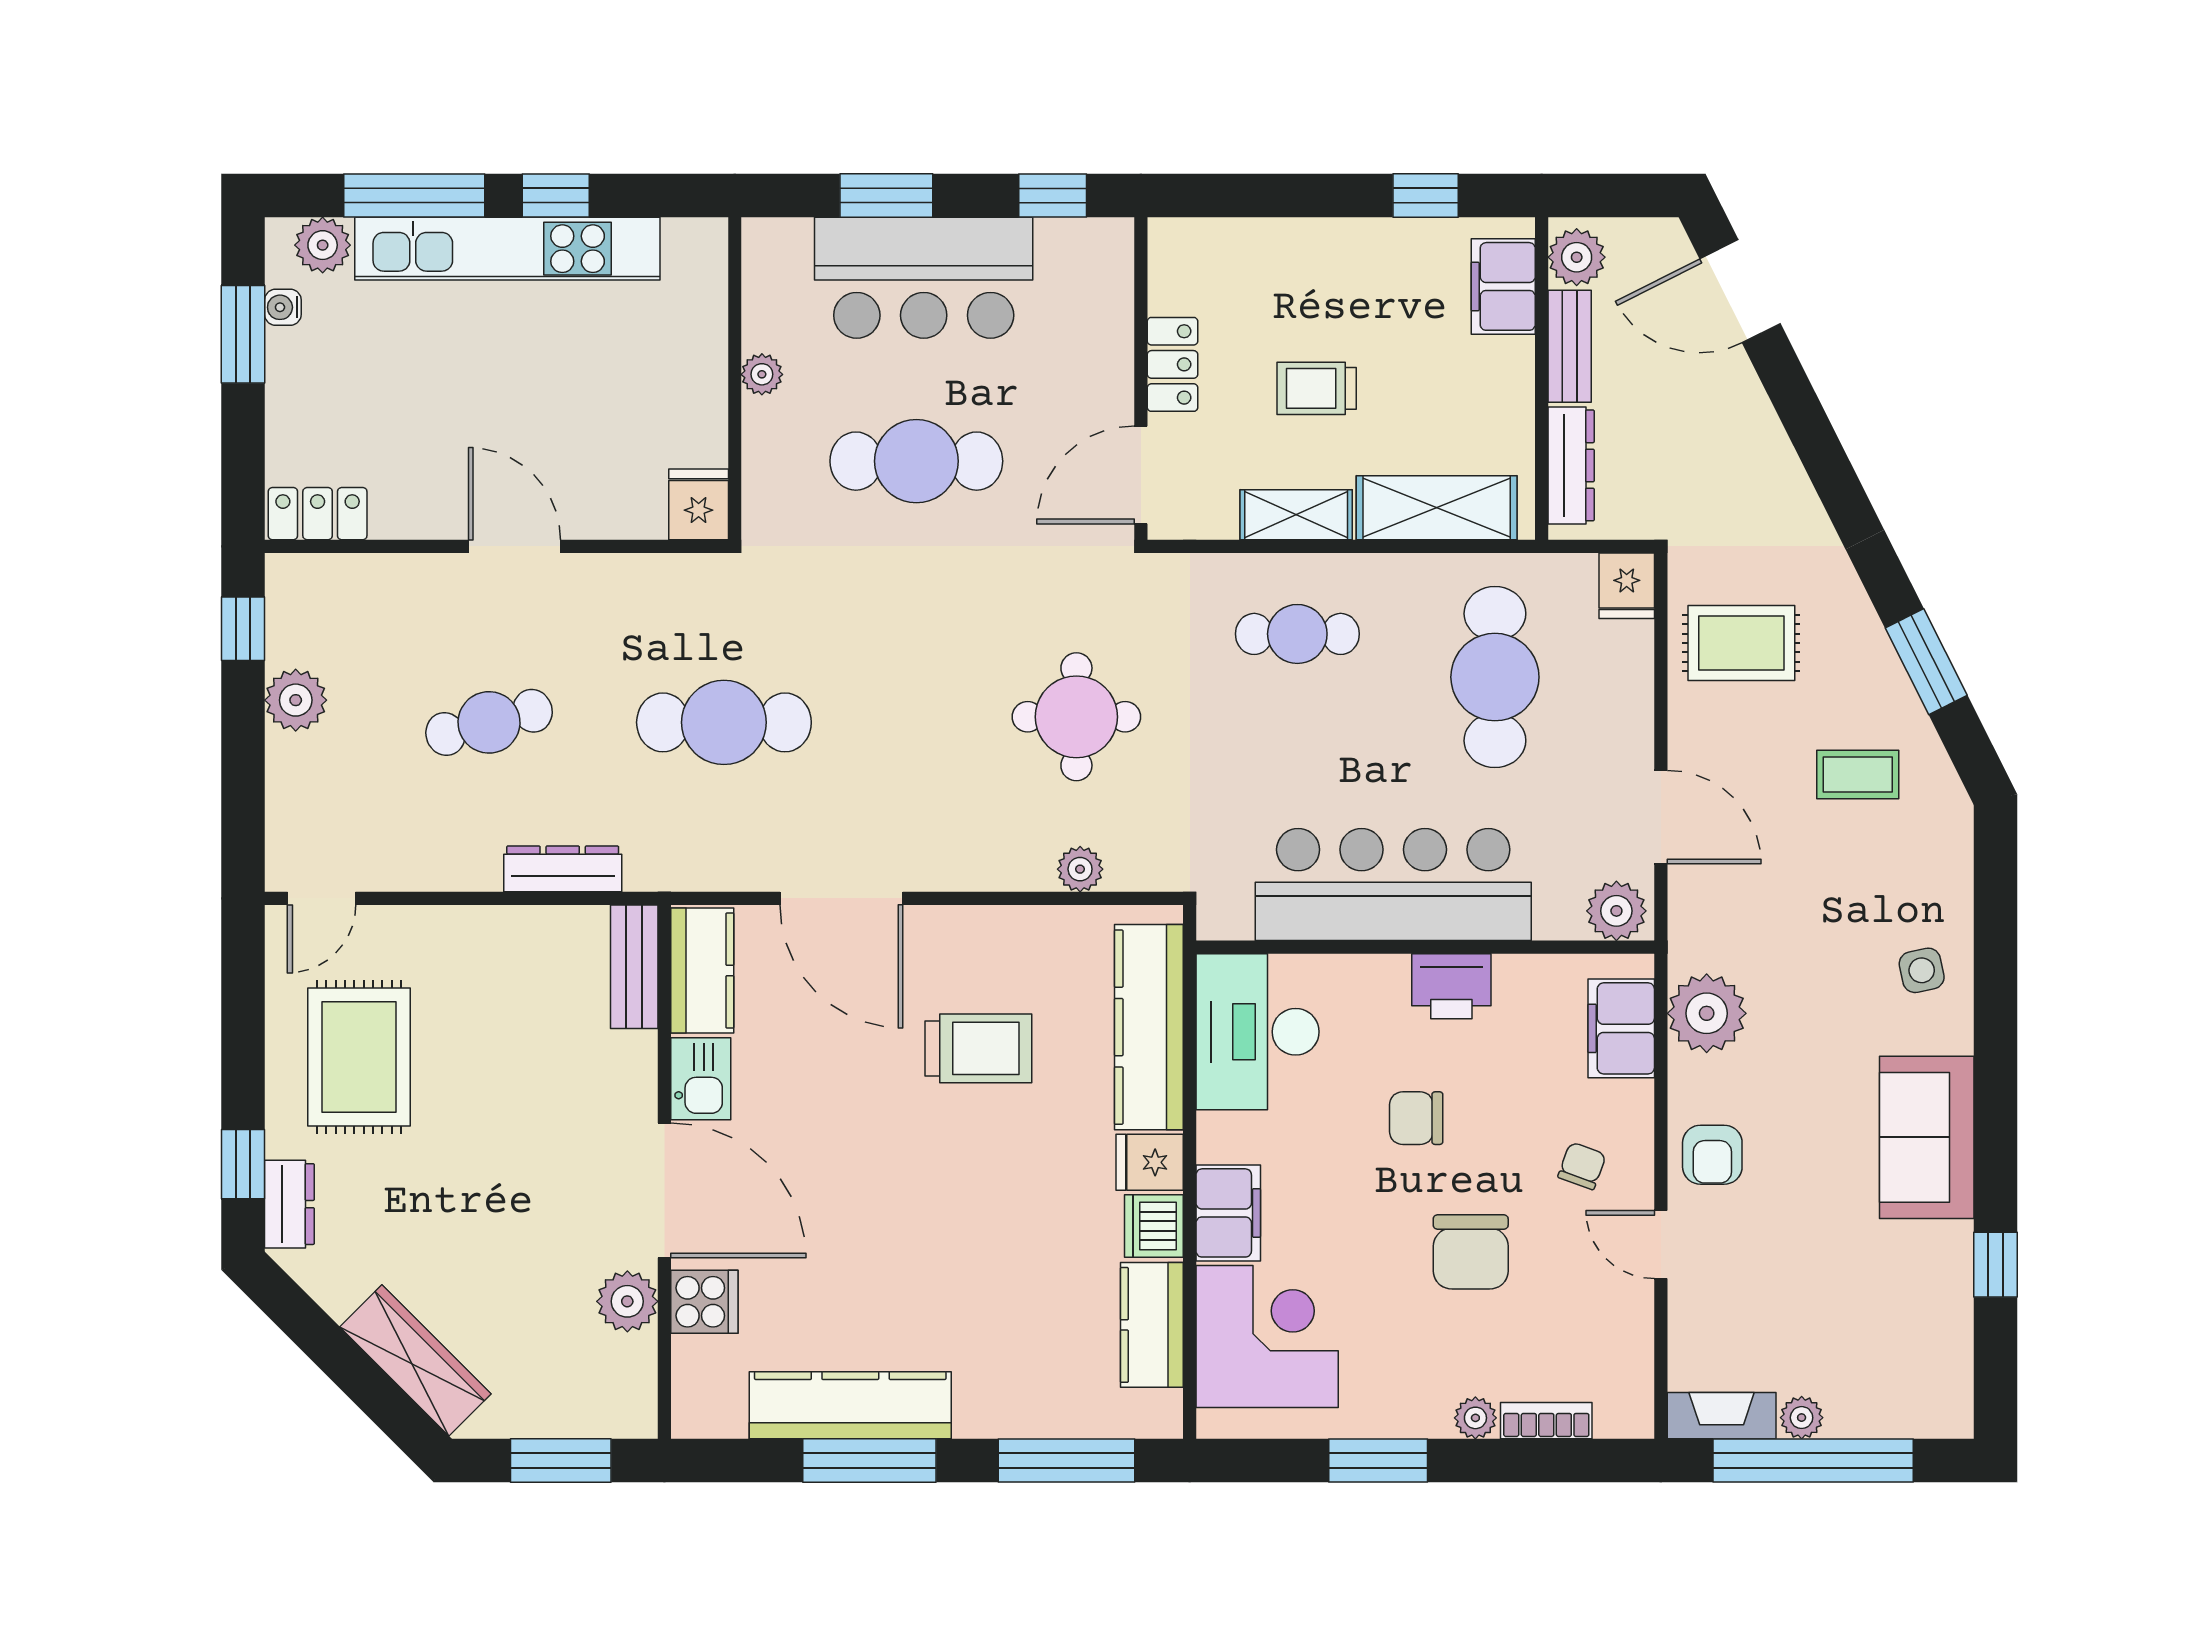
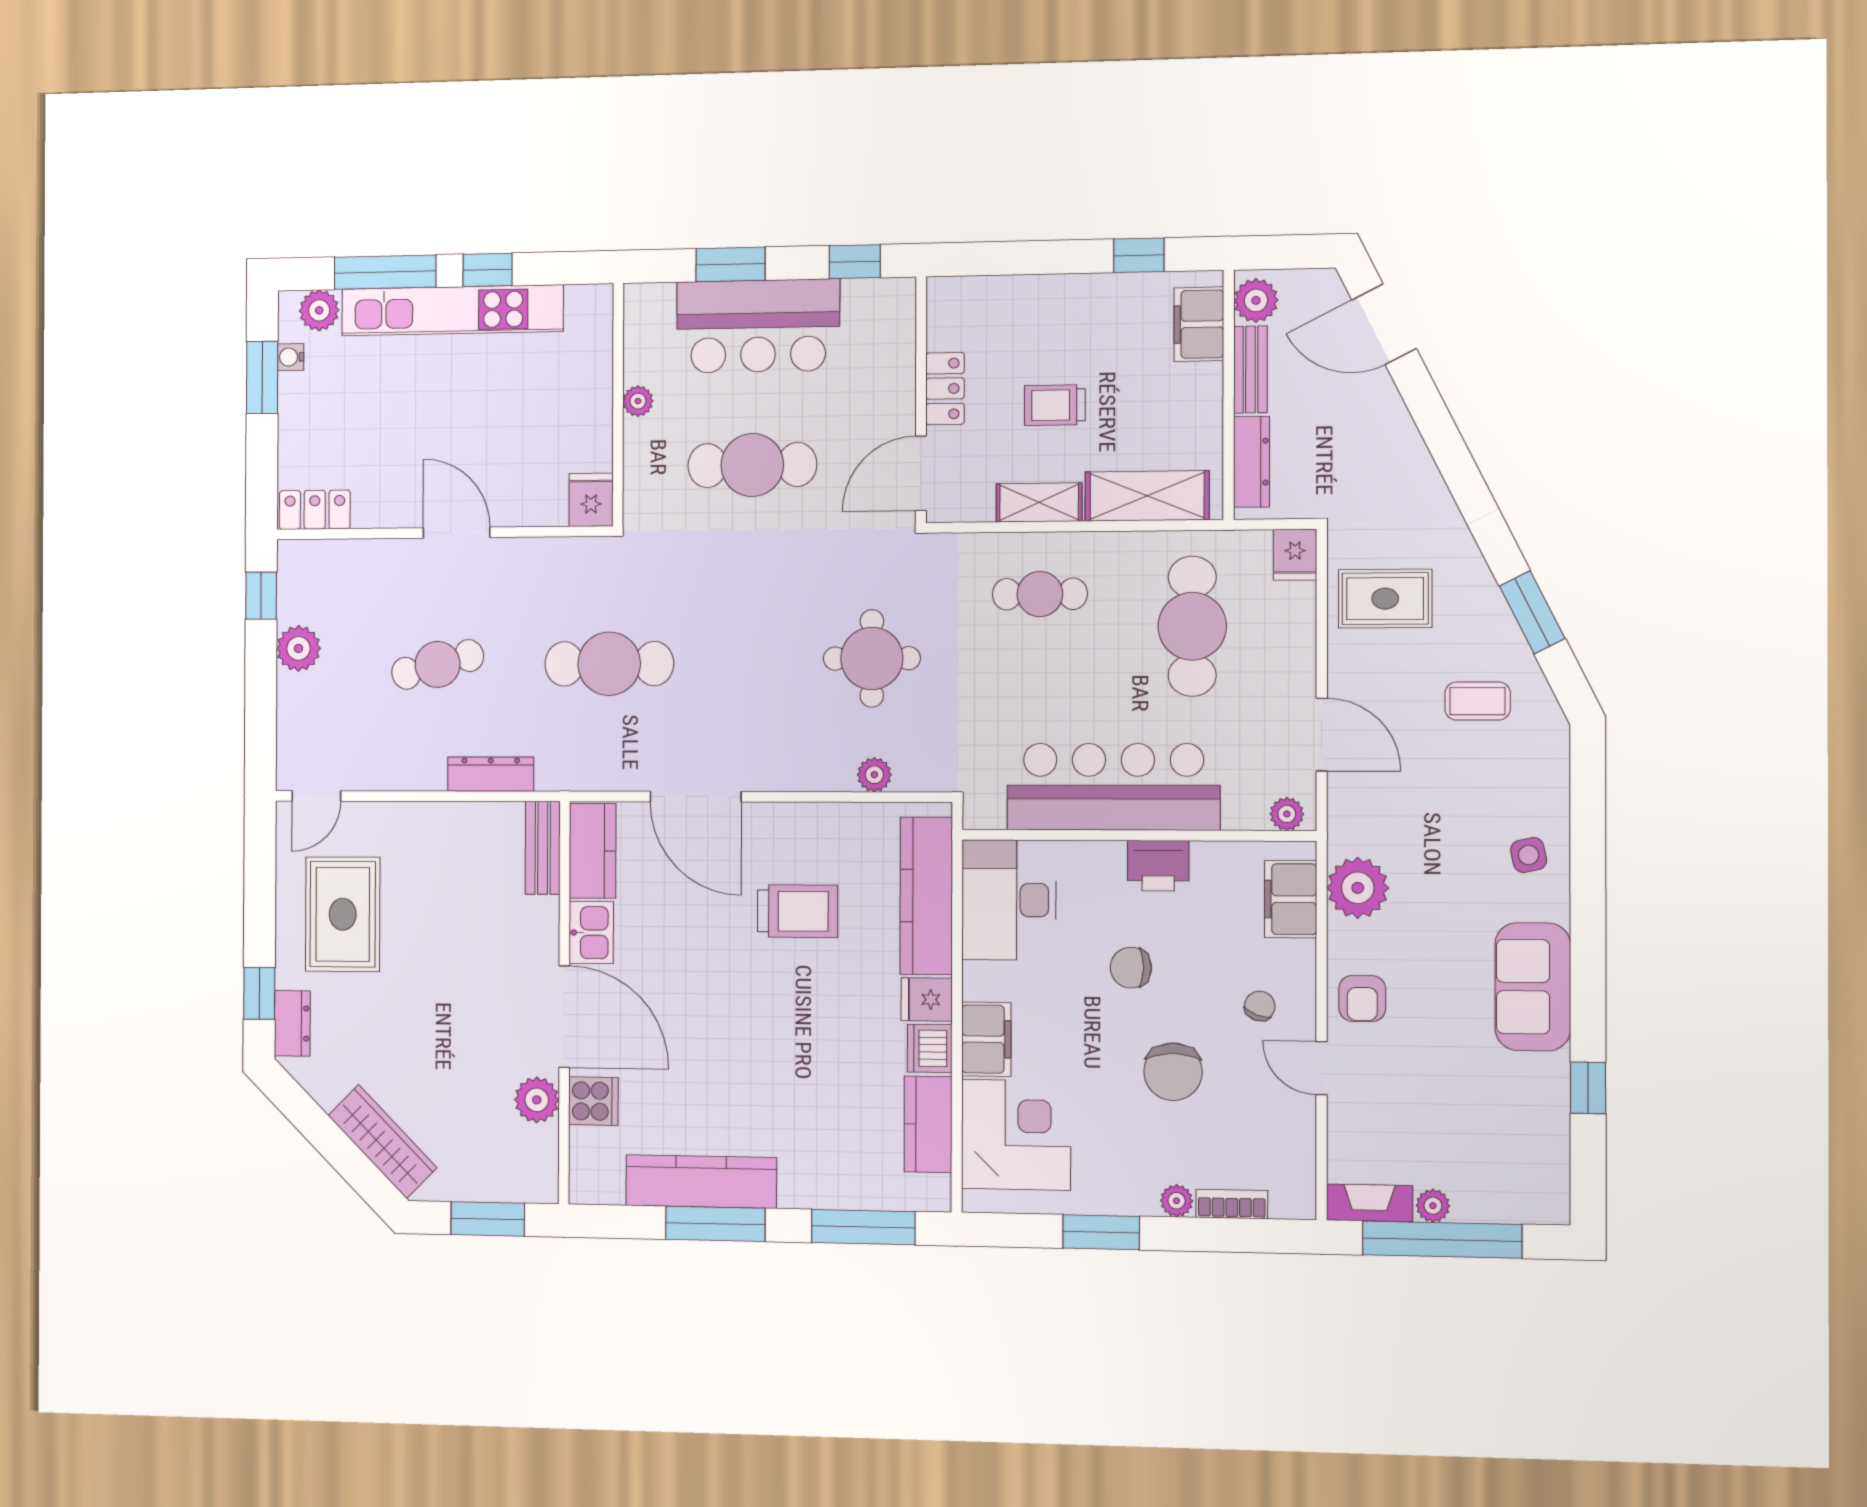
plant: (1616, 911) -> (1287, 814), width x0.73, depth x0.73

